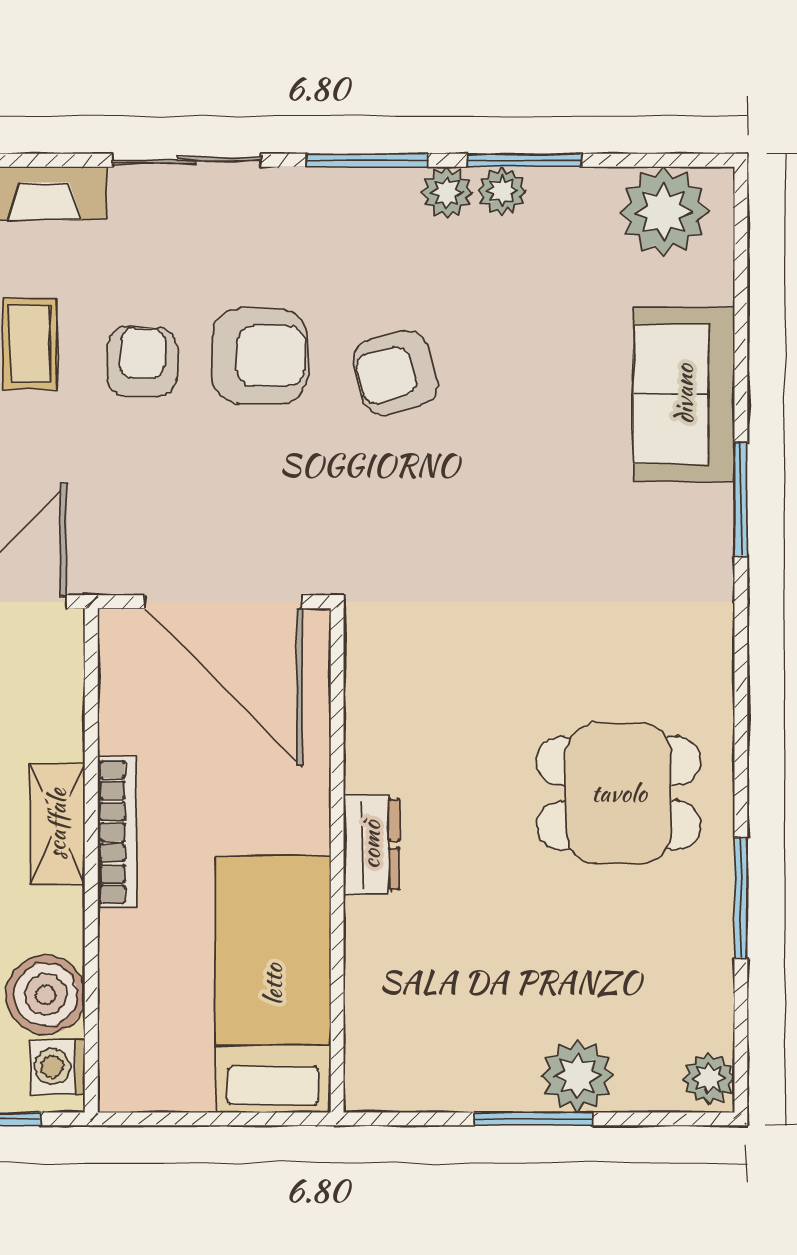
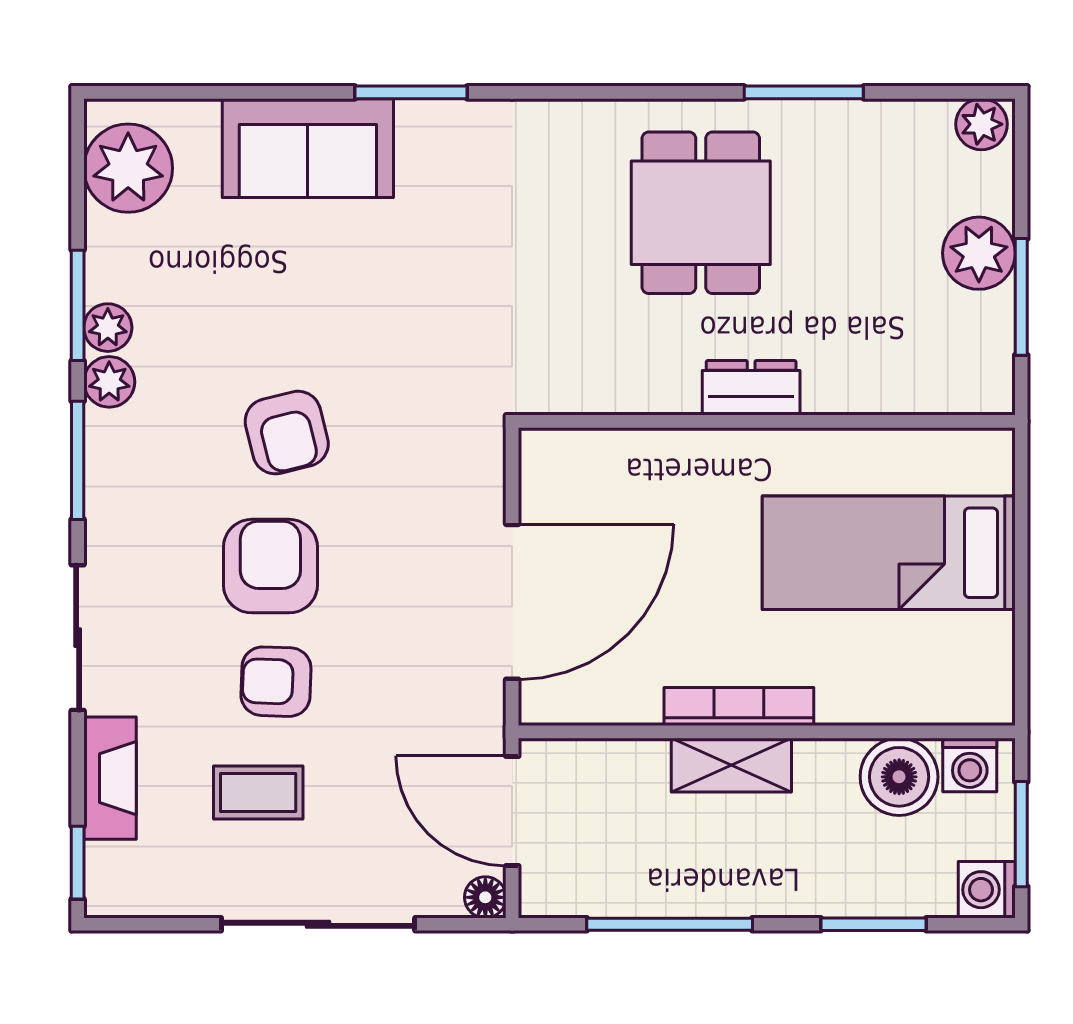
dresser: (371, 845) -> (751, 388), moved
wall: (337, 860) -> (767, 421), moved

